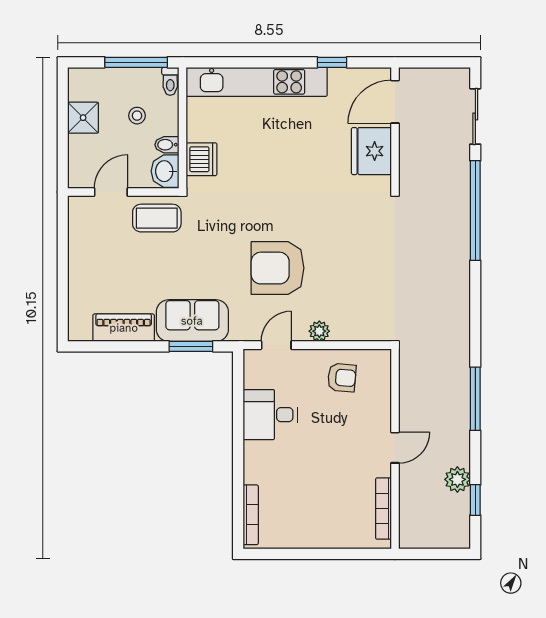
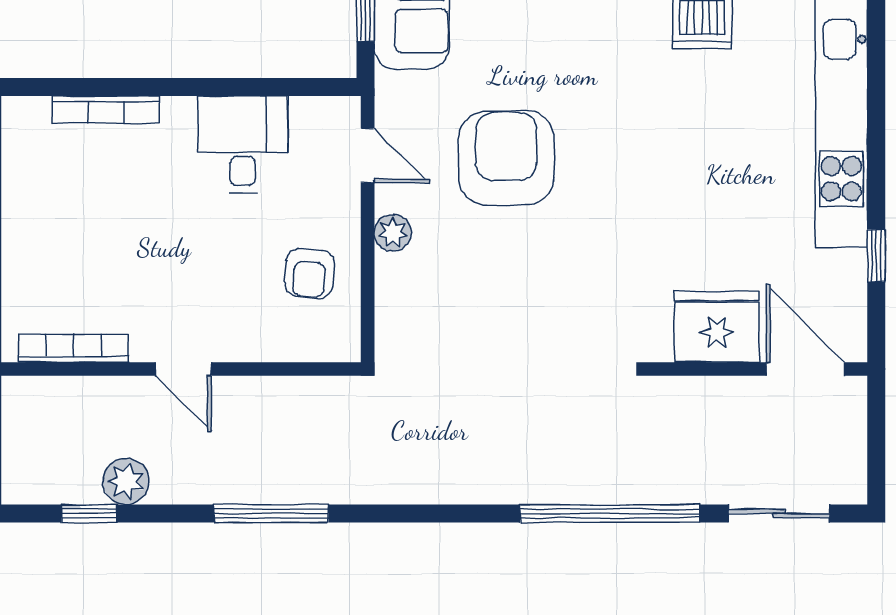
bookcase: (251, 515) -> (106, 110), moved

